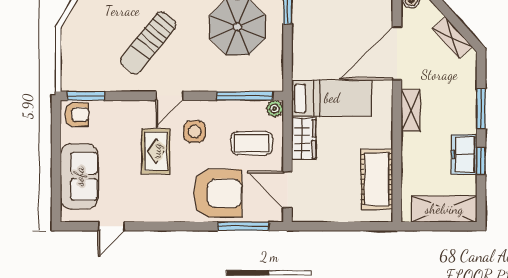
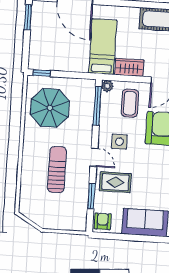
sun lounger: (148, 43) -> (57, 170), turned -129
window: (86, 96) -> (91, 196), moved
rug: (156, 151) -> (115, 182), moved

